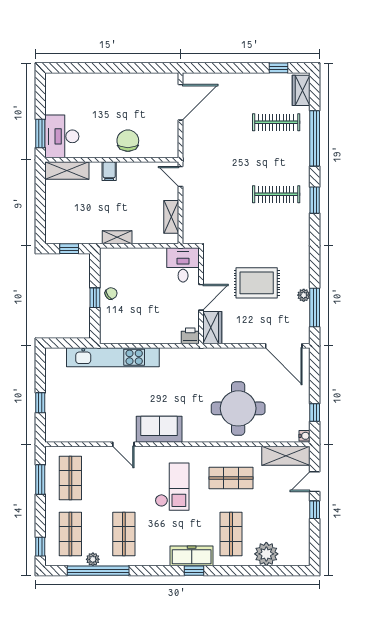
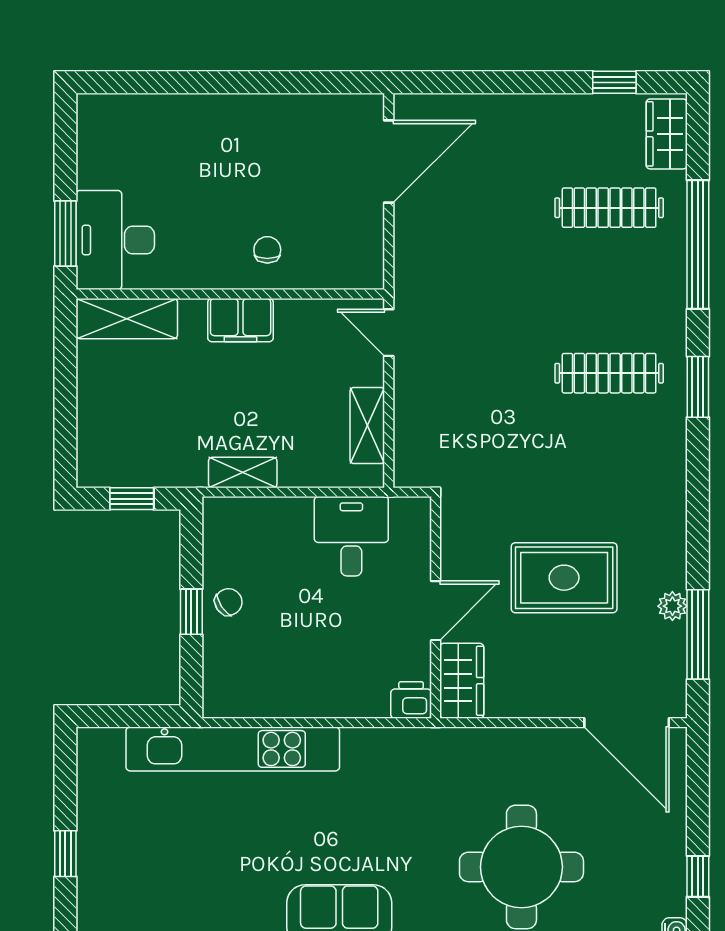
chair: (128, 141) -> (267, 250), width x0.54, depth x0.54
filing cabinet: (109, 171) -> (241, 320), width x2.00
desk: (183, 265) -> (351, 536), moved

